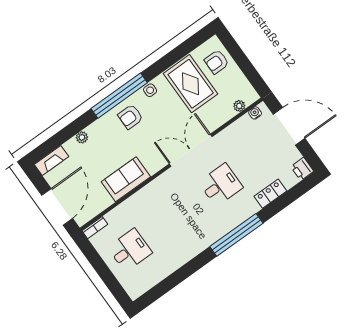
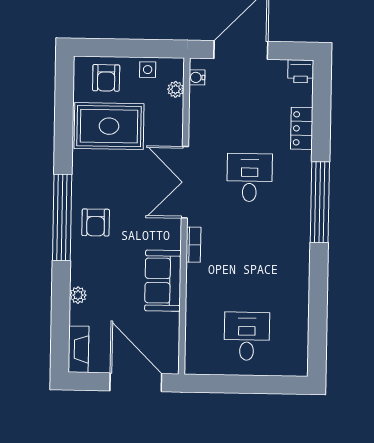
side table: (150, 90) -> (148, 70), moved
bookcase: (95, 228) -> (193, 245), moved

